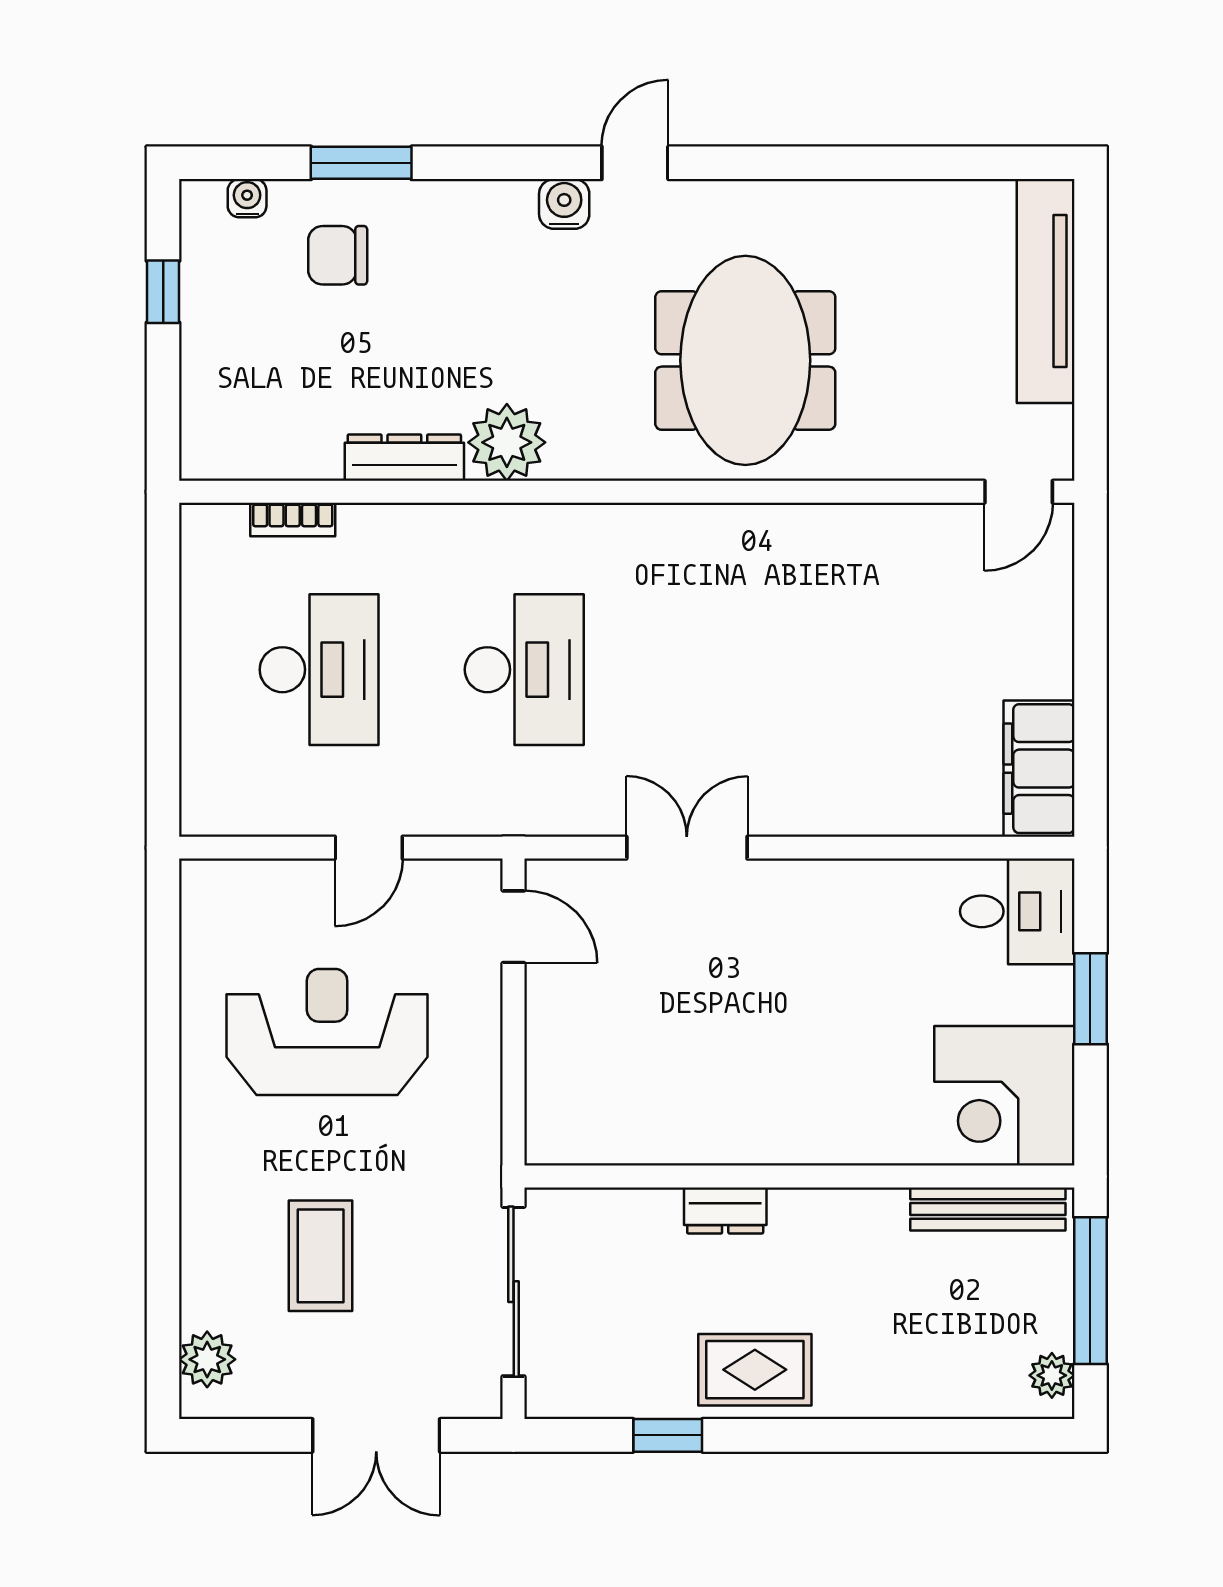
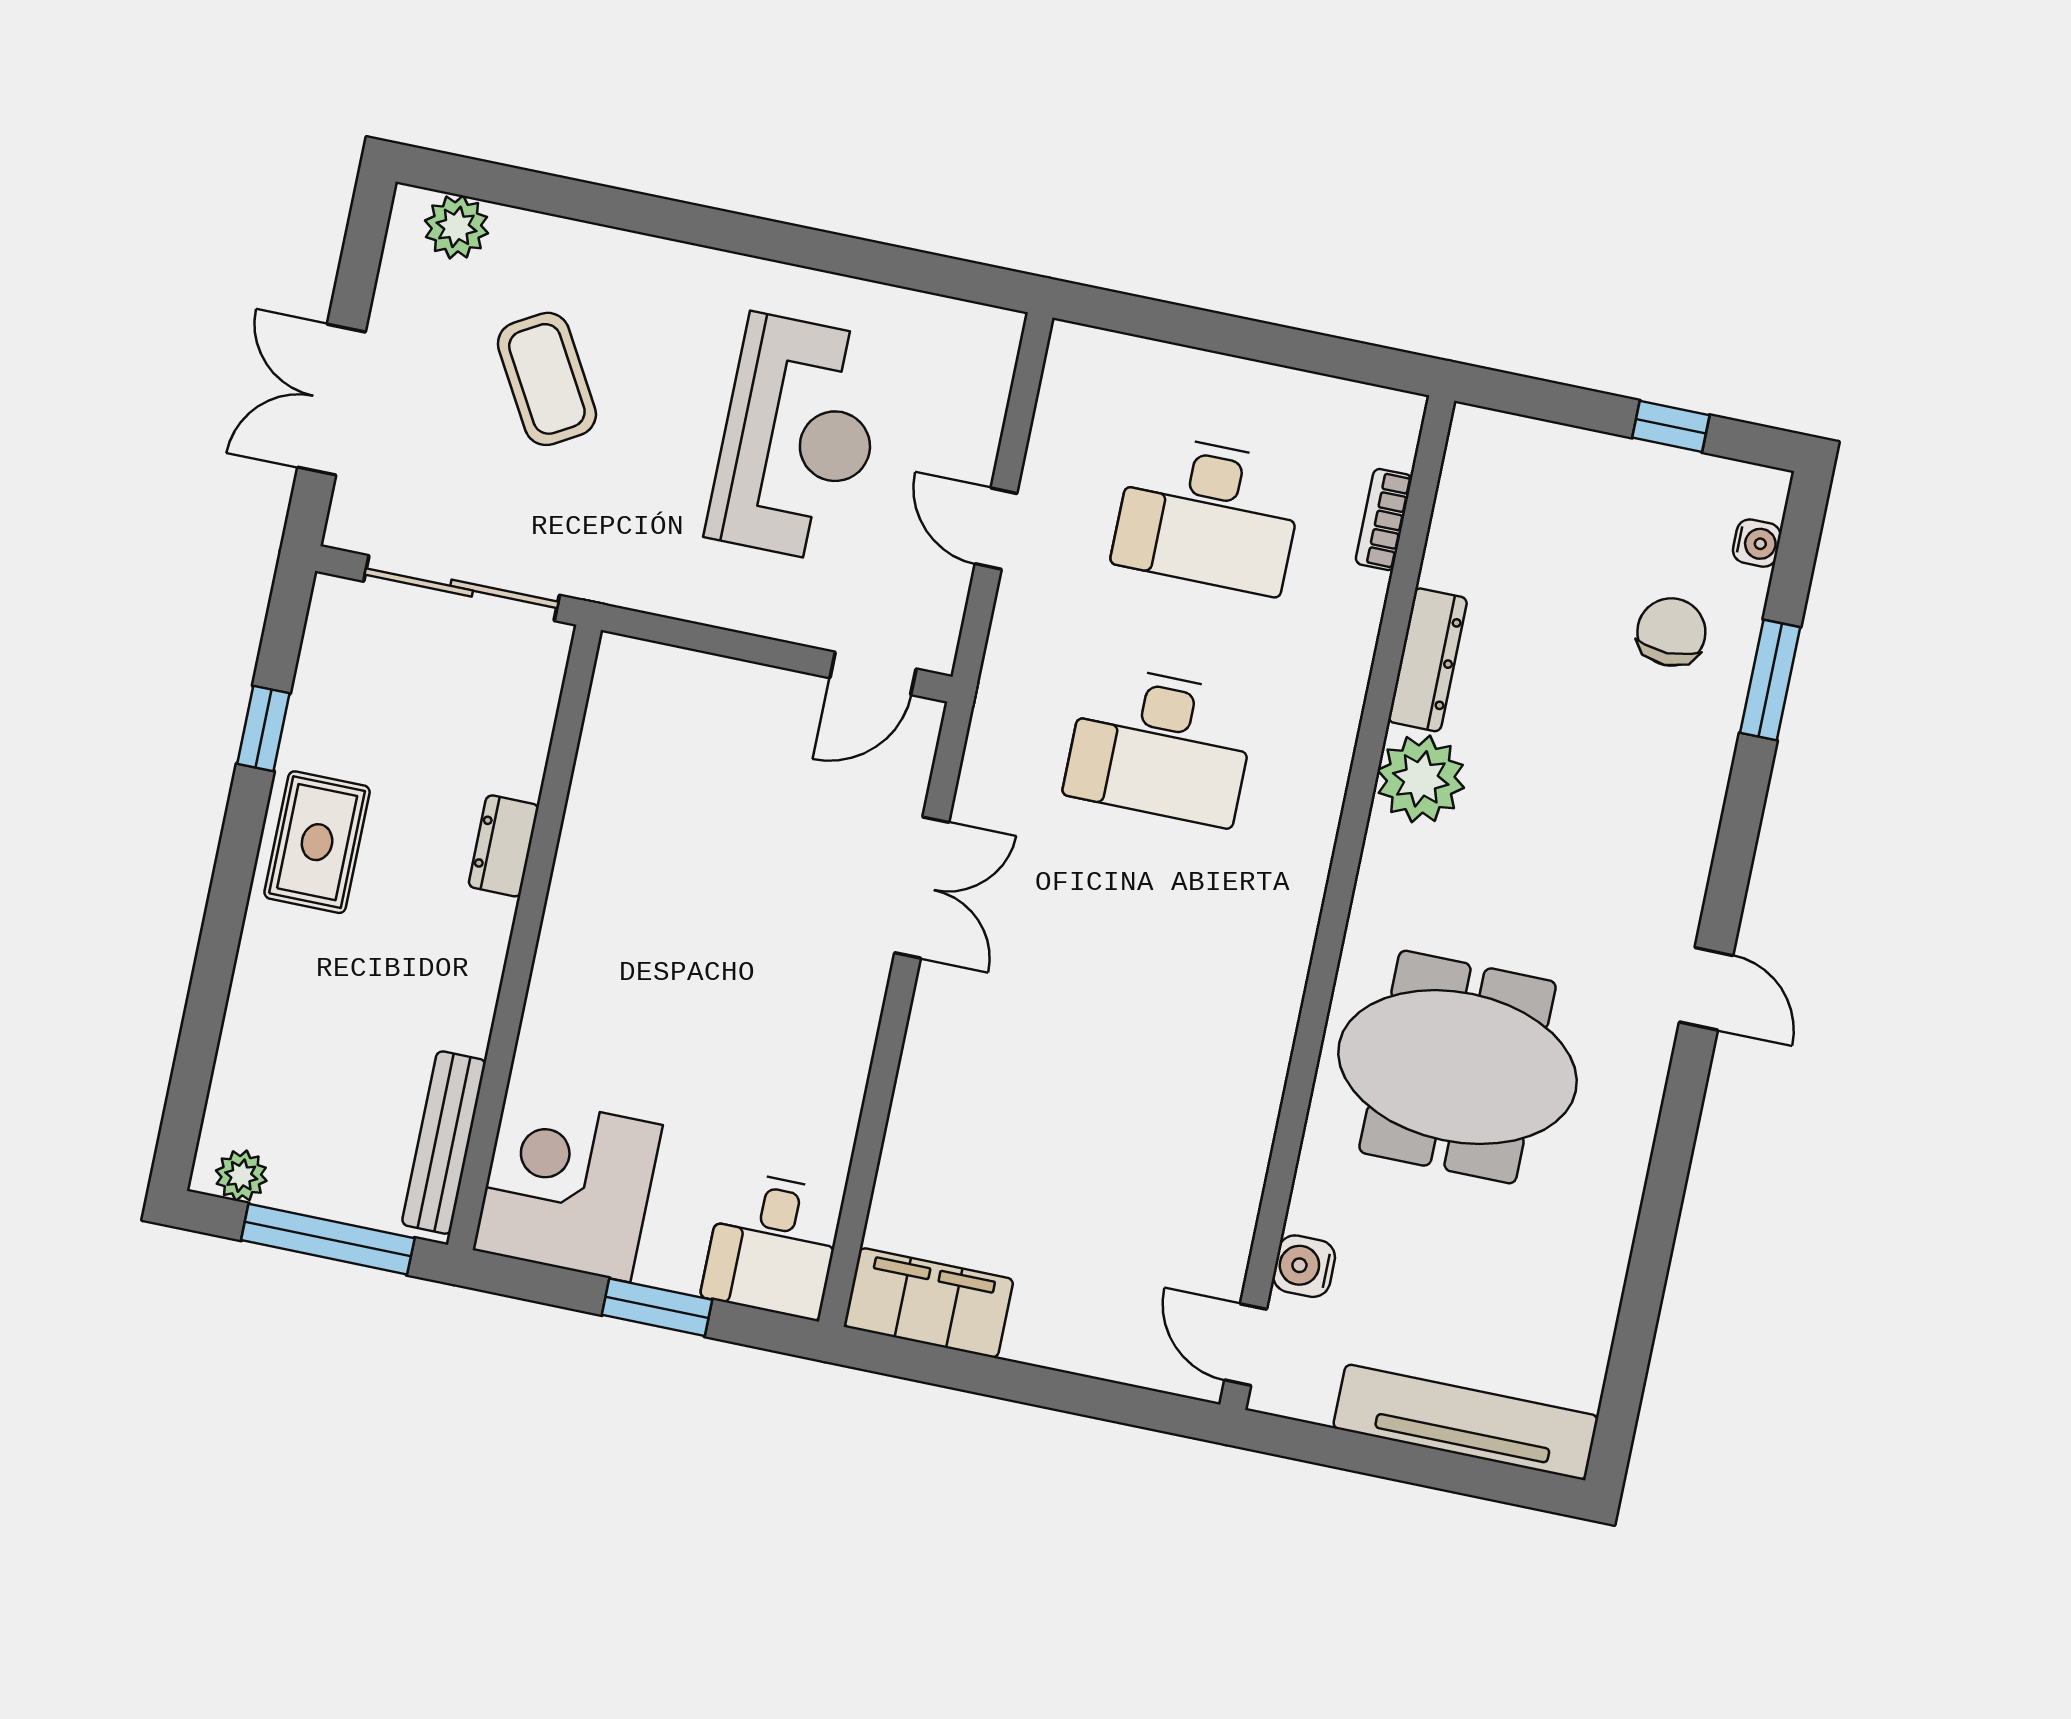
water cooler: (564, 204) -> (1304, 1266), moved, turned 180
coffee table: (321, 1256) -> (547, 379), turned 60

